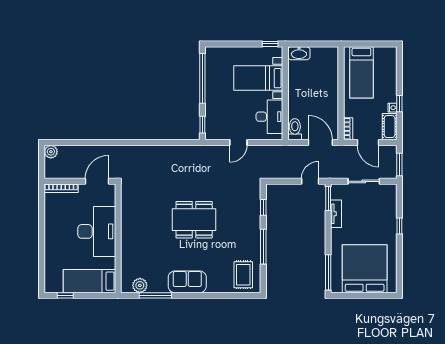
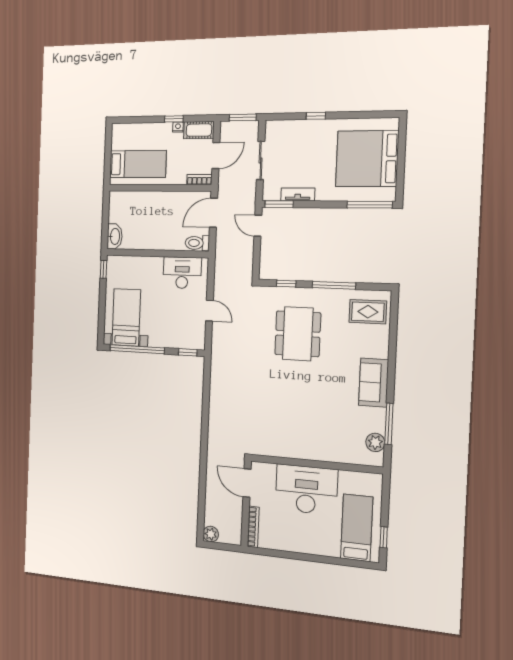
bed with nightstands: (258, 78) -> (126, 317), moved, turned 180
dining table: (194, 220) -> (298, 334), moved
bed: (90, 281) -> (357, 528), moved, turned 180

